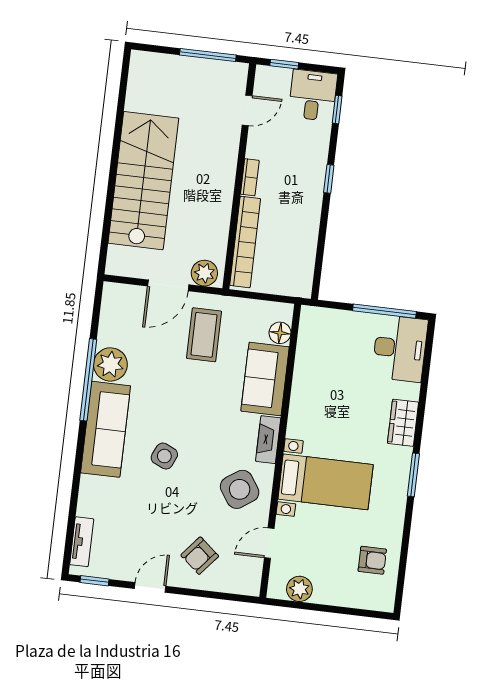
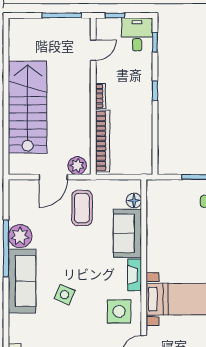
side table: (240, 489) -> (119, 311), turned 34

